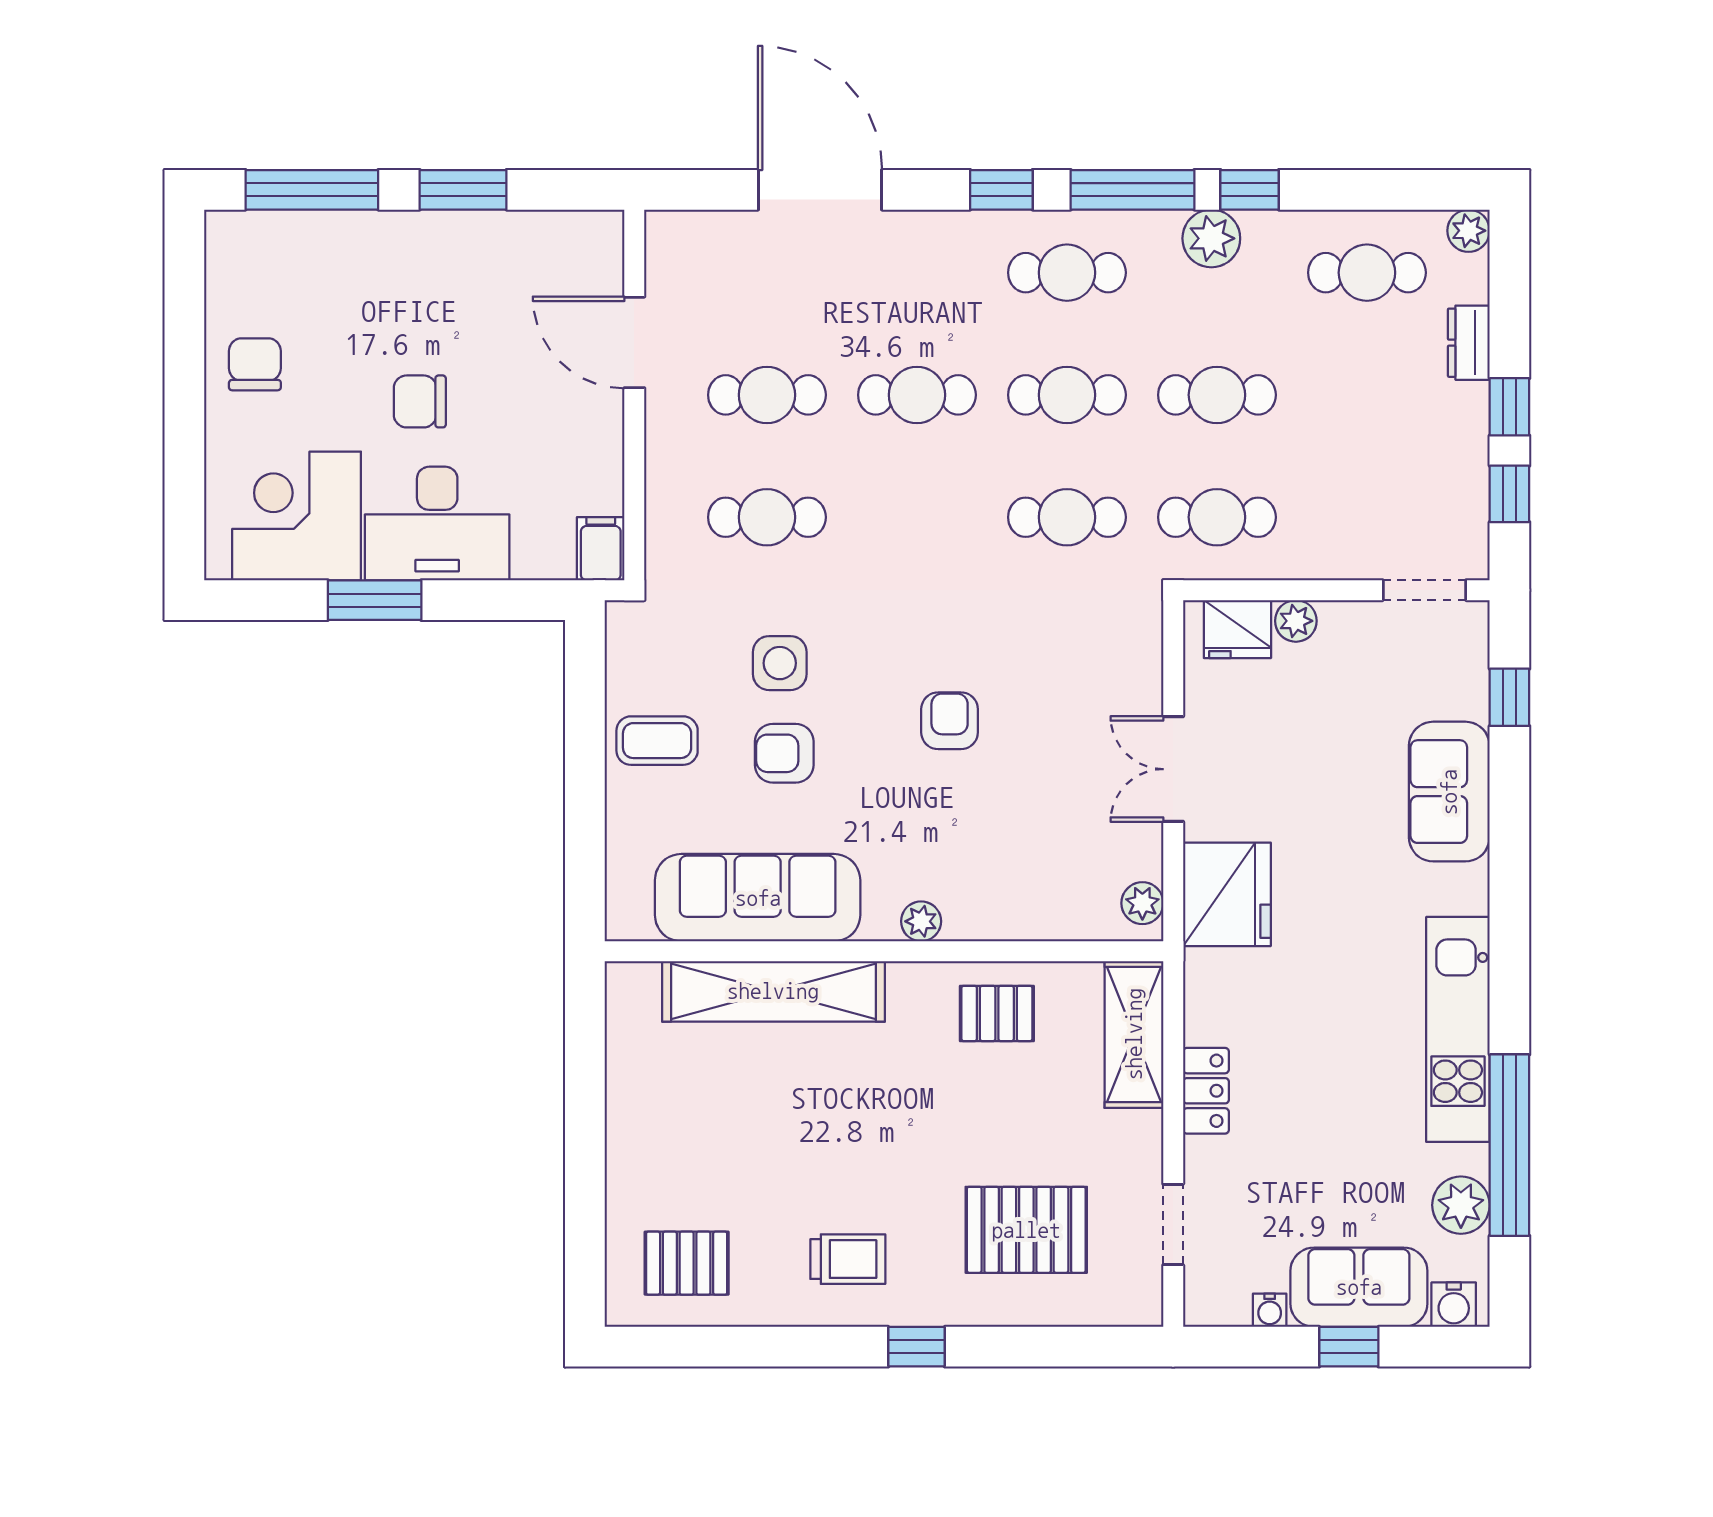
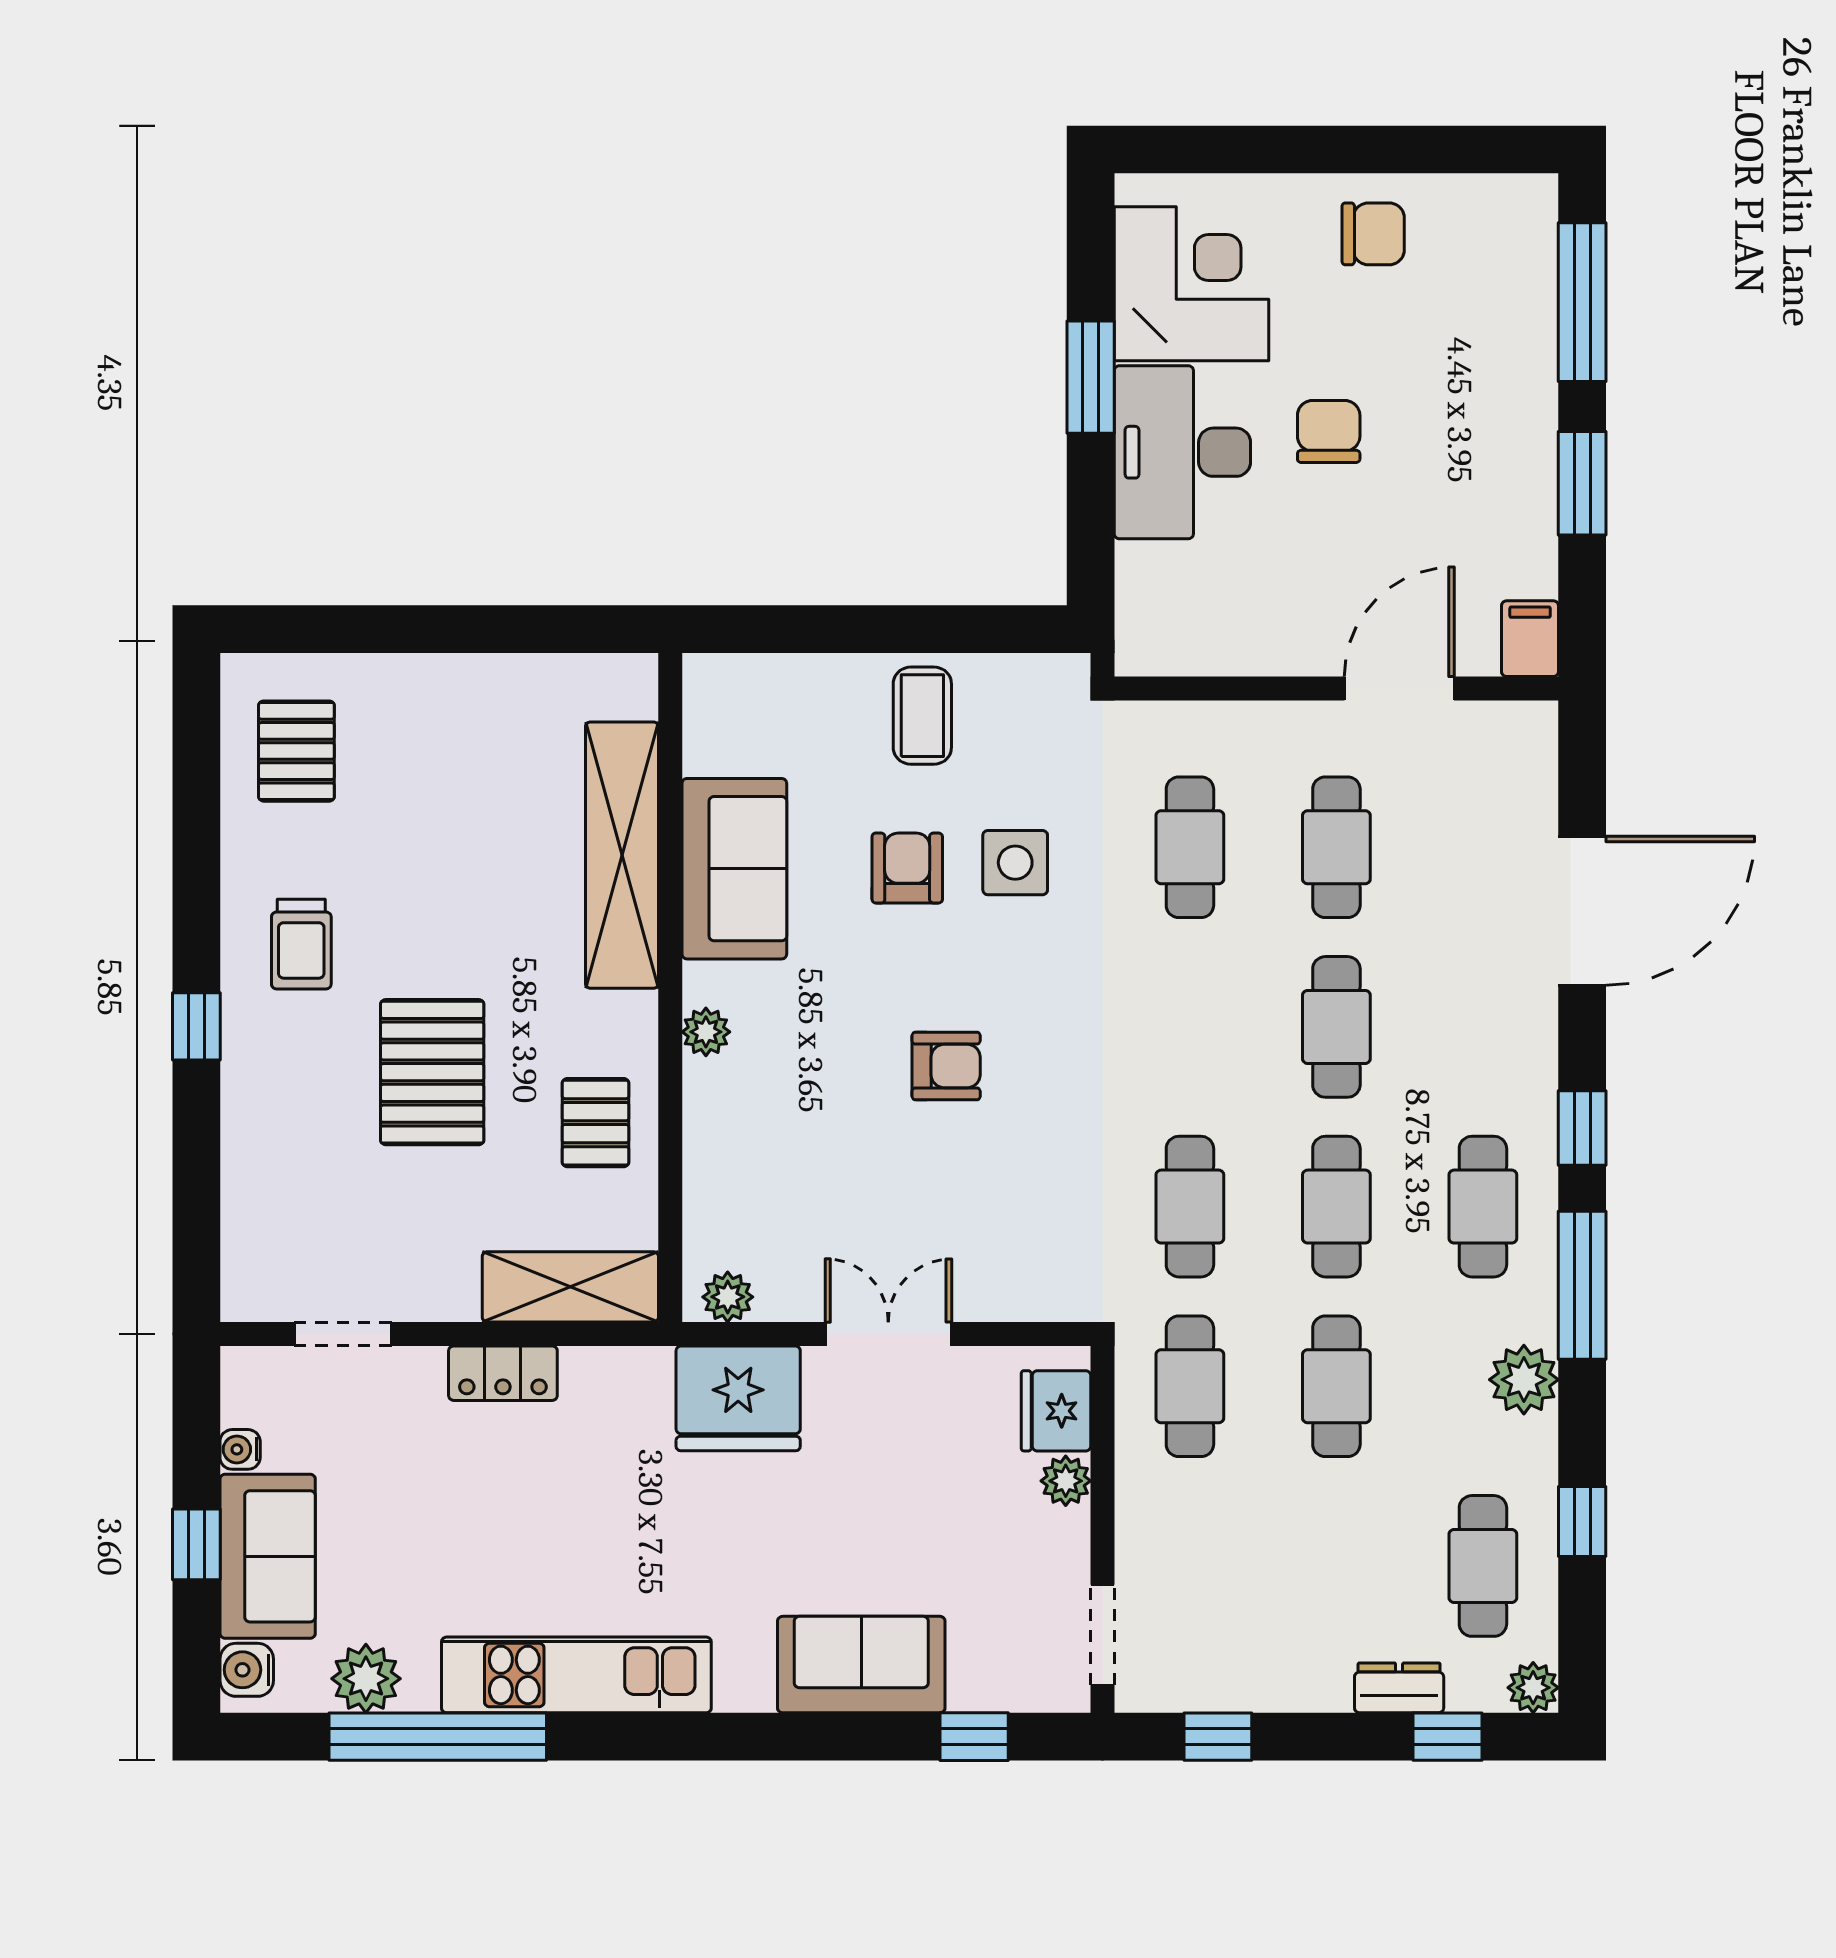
window: (1250, 190) -> (1582, 1521), moved
window: (1509, 407) -> (1447, 1737), moved
filing cabinet: (601, 549) -> (1530, 639), moved, turned -90
sofa: (758, 898) -> (734, 869), width x0.73
pallet: (1026, 1230) -> (432, 1072), moved

